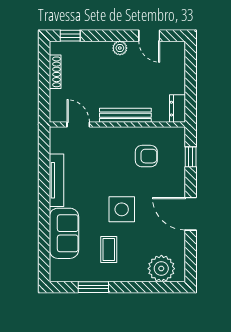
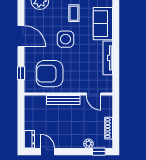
plant: (120, 48) -> (88, 144), moved
dresser: (177, 109) -> (29, 139), moved
armchair: (146, 156) -> (50, 74), width x1.88, depth x1.88

